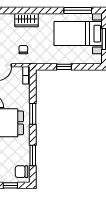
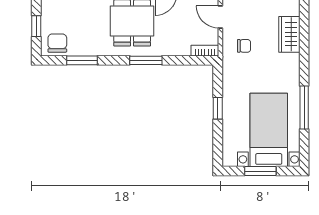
window: (78, 10) -> (304, 108), moved
wardrobe: (26, 20) -> (289, 34), moved

